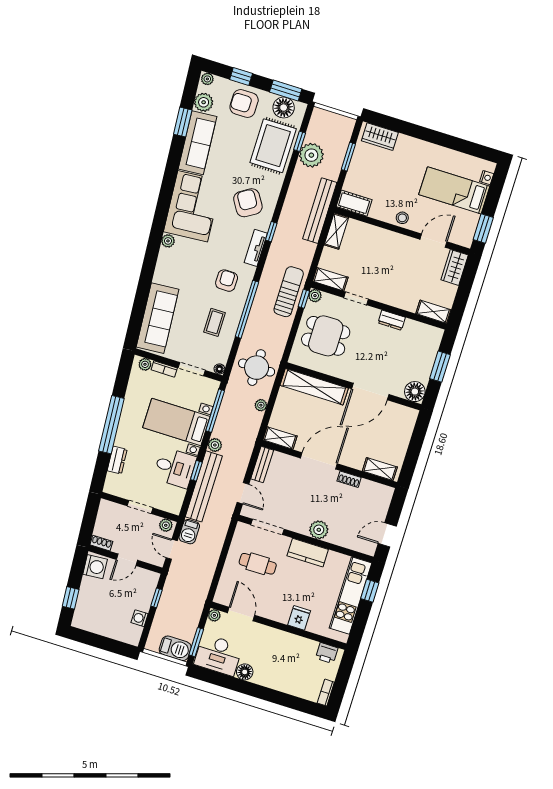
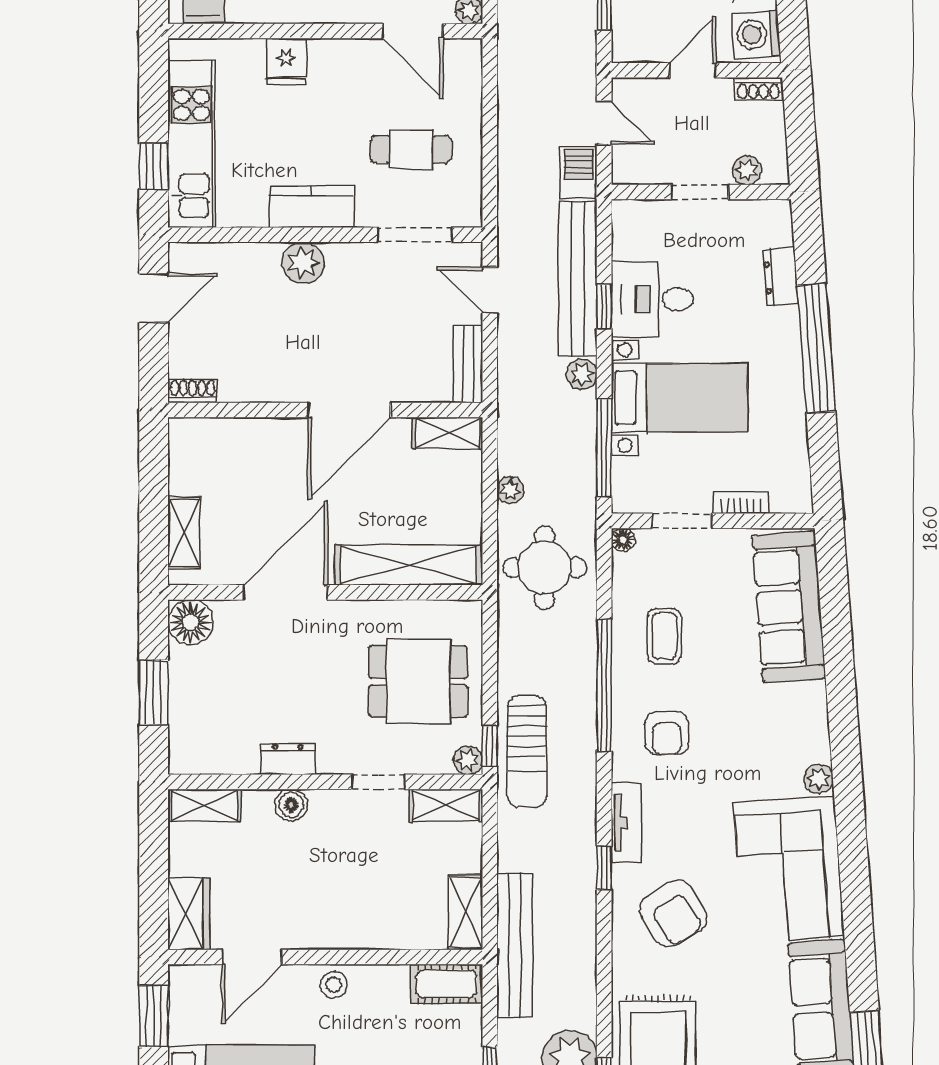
boiler: (396, 300) -> (291, 805), added
plant: (145, 364) -> (785, 500), removed
shelving: (380, 469) -> (184, 533), moved, turned 90
shoe rack: (349, 479) -> (193, 391), moved
plant: (166, 525) -> (747, 170), moved

